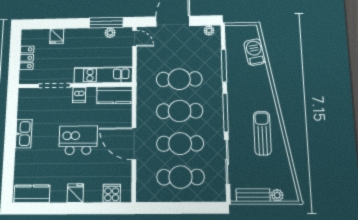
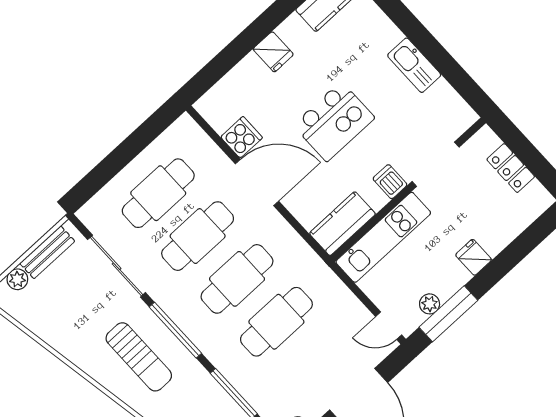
fridge: (57, 36) -> (474, 257), moved
sun lounger: (262, 133) -> (139, 357), moved
cooker: (112, 193) -> (242, 137), moved, turned -90

